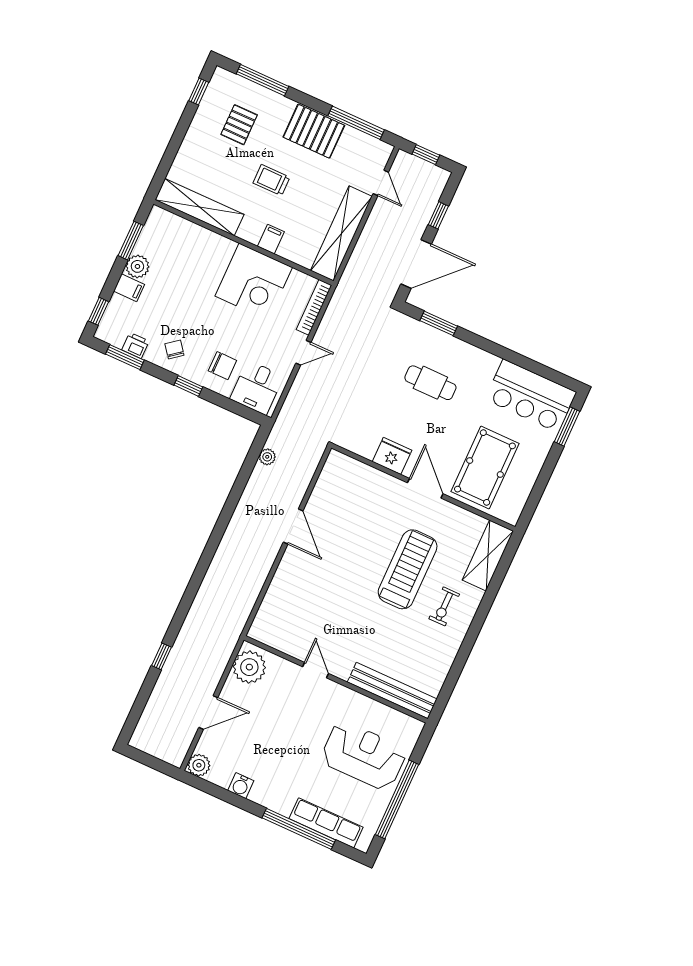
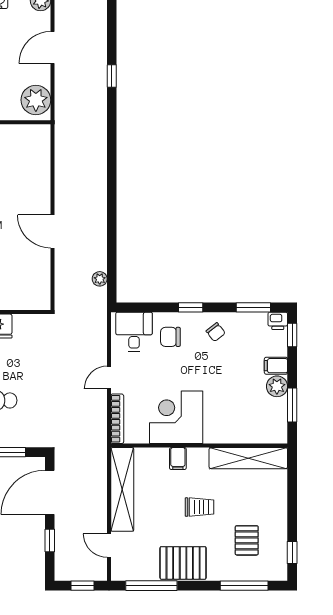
printer: (135, 345) -> (278, 321), moved

